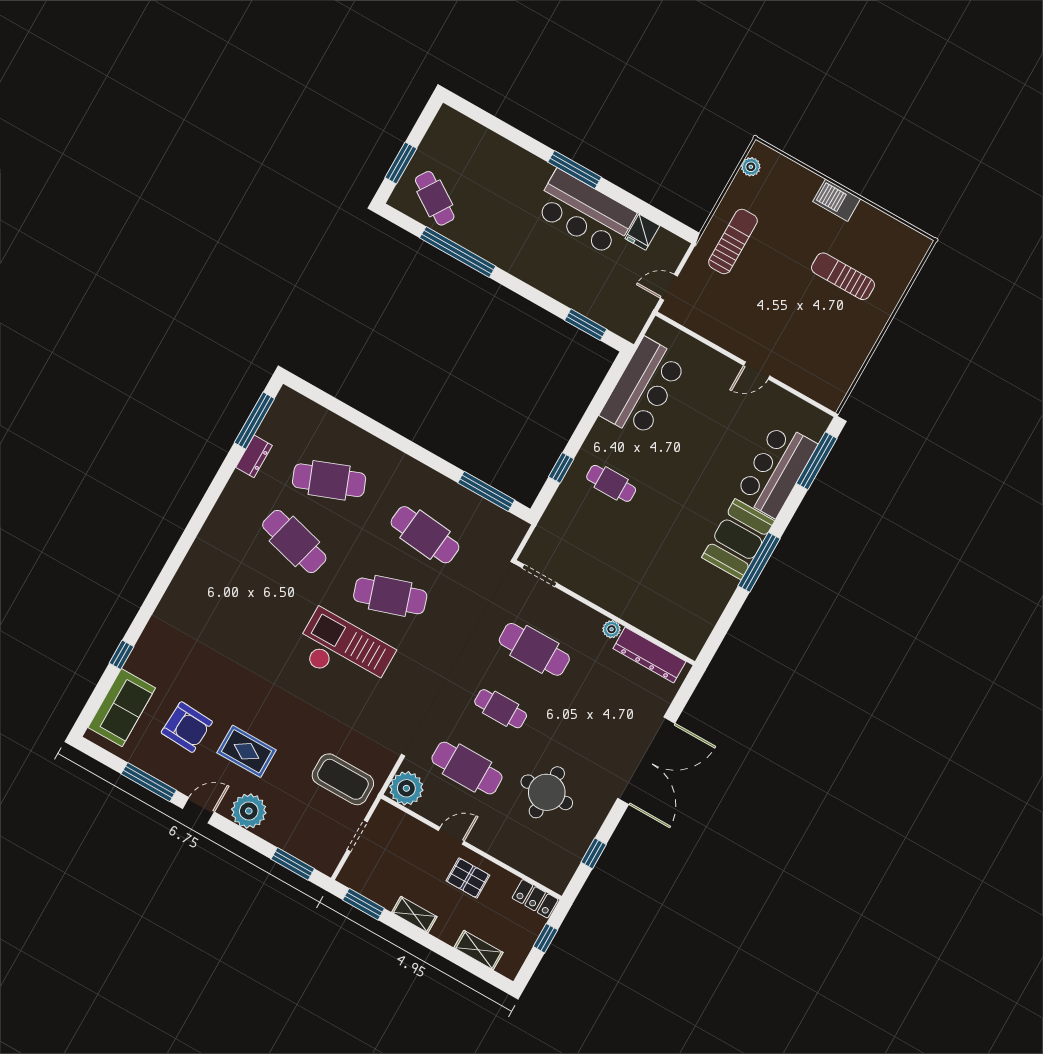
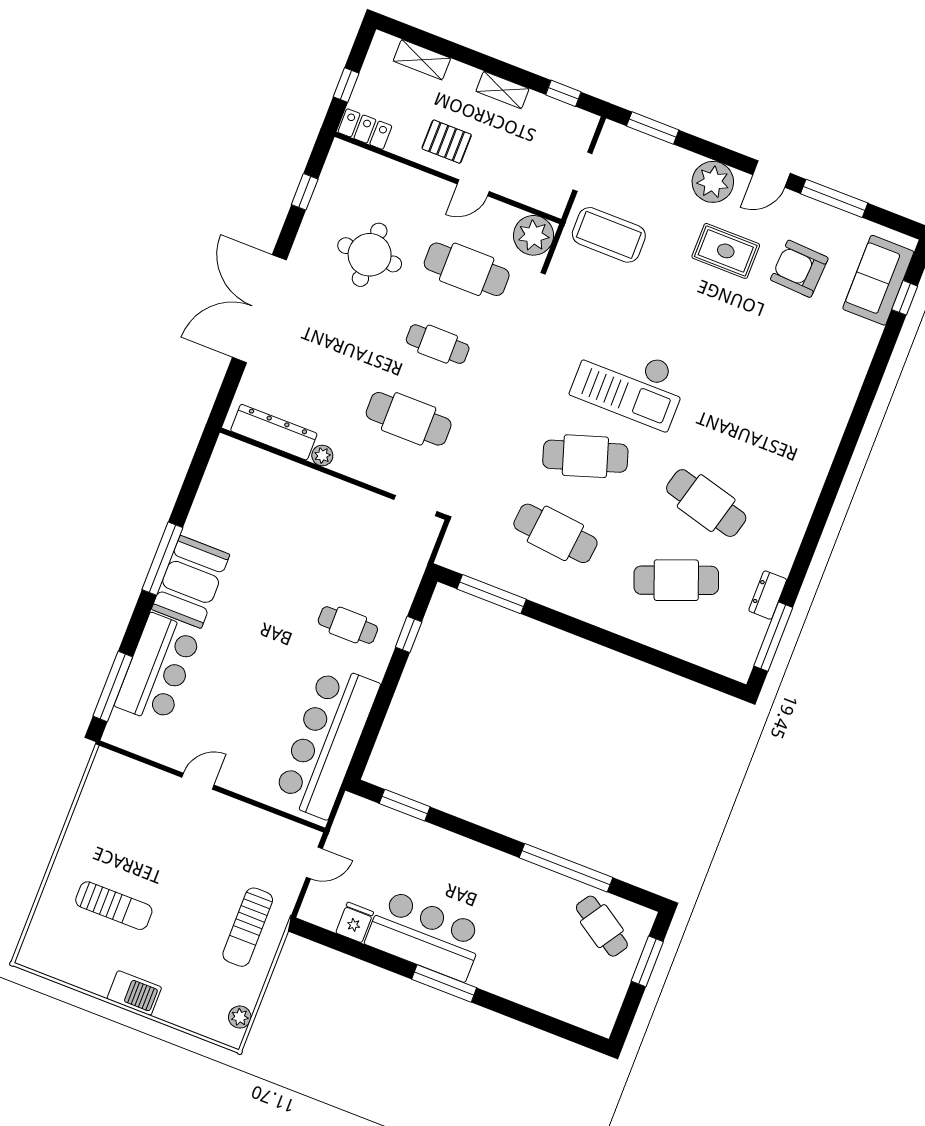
bar counter: (644, 388) -> (326, 741), width x1.36
window: (121, 655) -> (905, 298), moved
window: (364, 904) -> (563, 93), width x0.67

